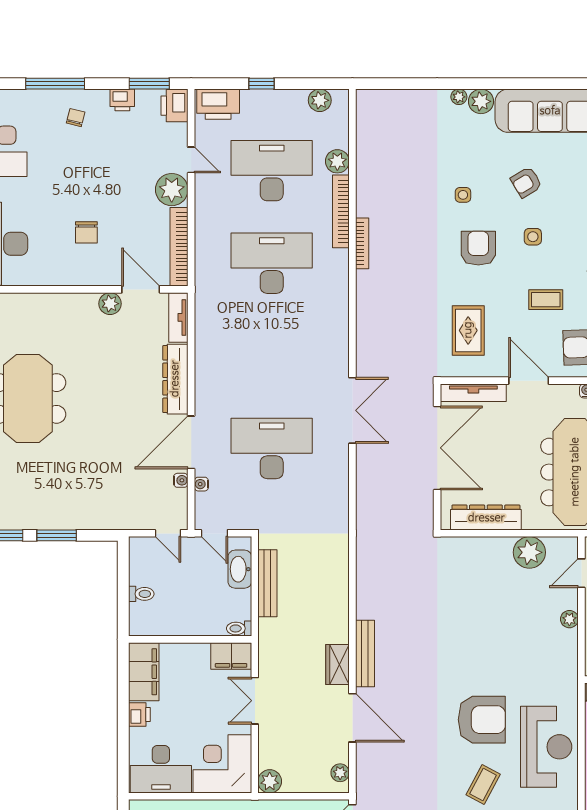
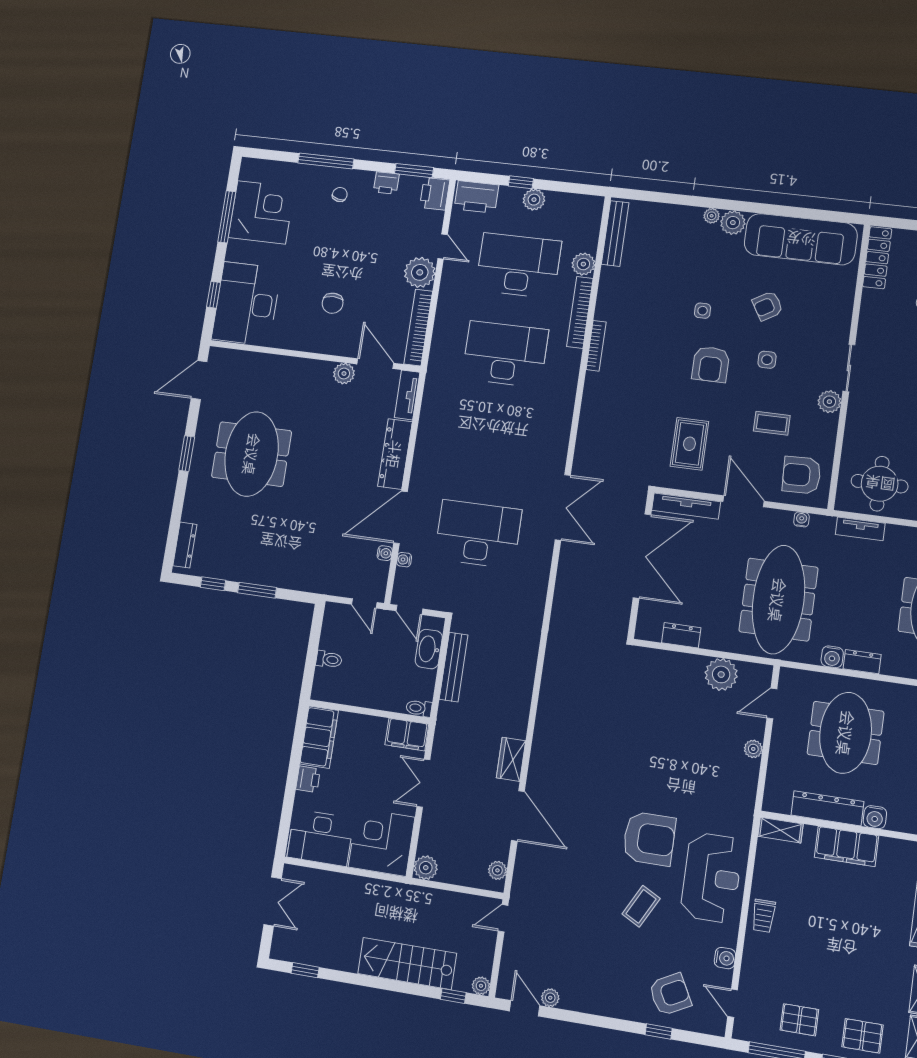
plant: (320, 100) -> (534, 200), moved
armchair: (478, 248) -> (711, 364), turned 180
dresser: (486, 518) -> (681, 635), width x0.51, depth x0.80
bench: (365, 653) -> (615, 233), moved

